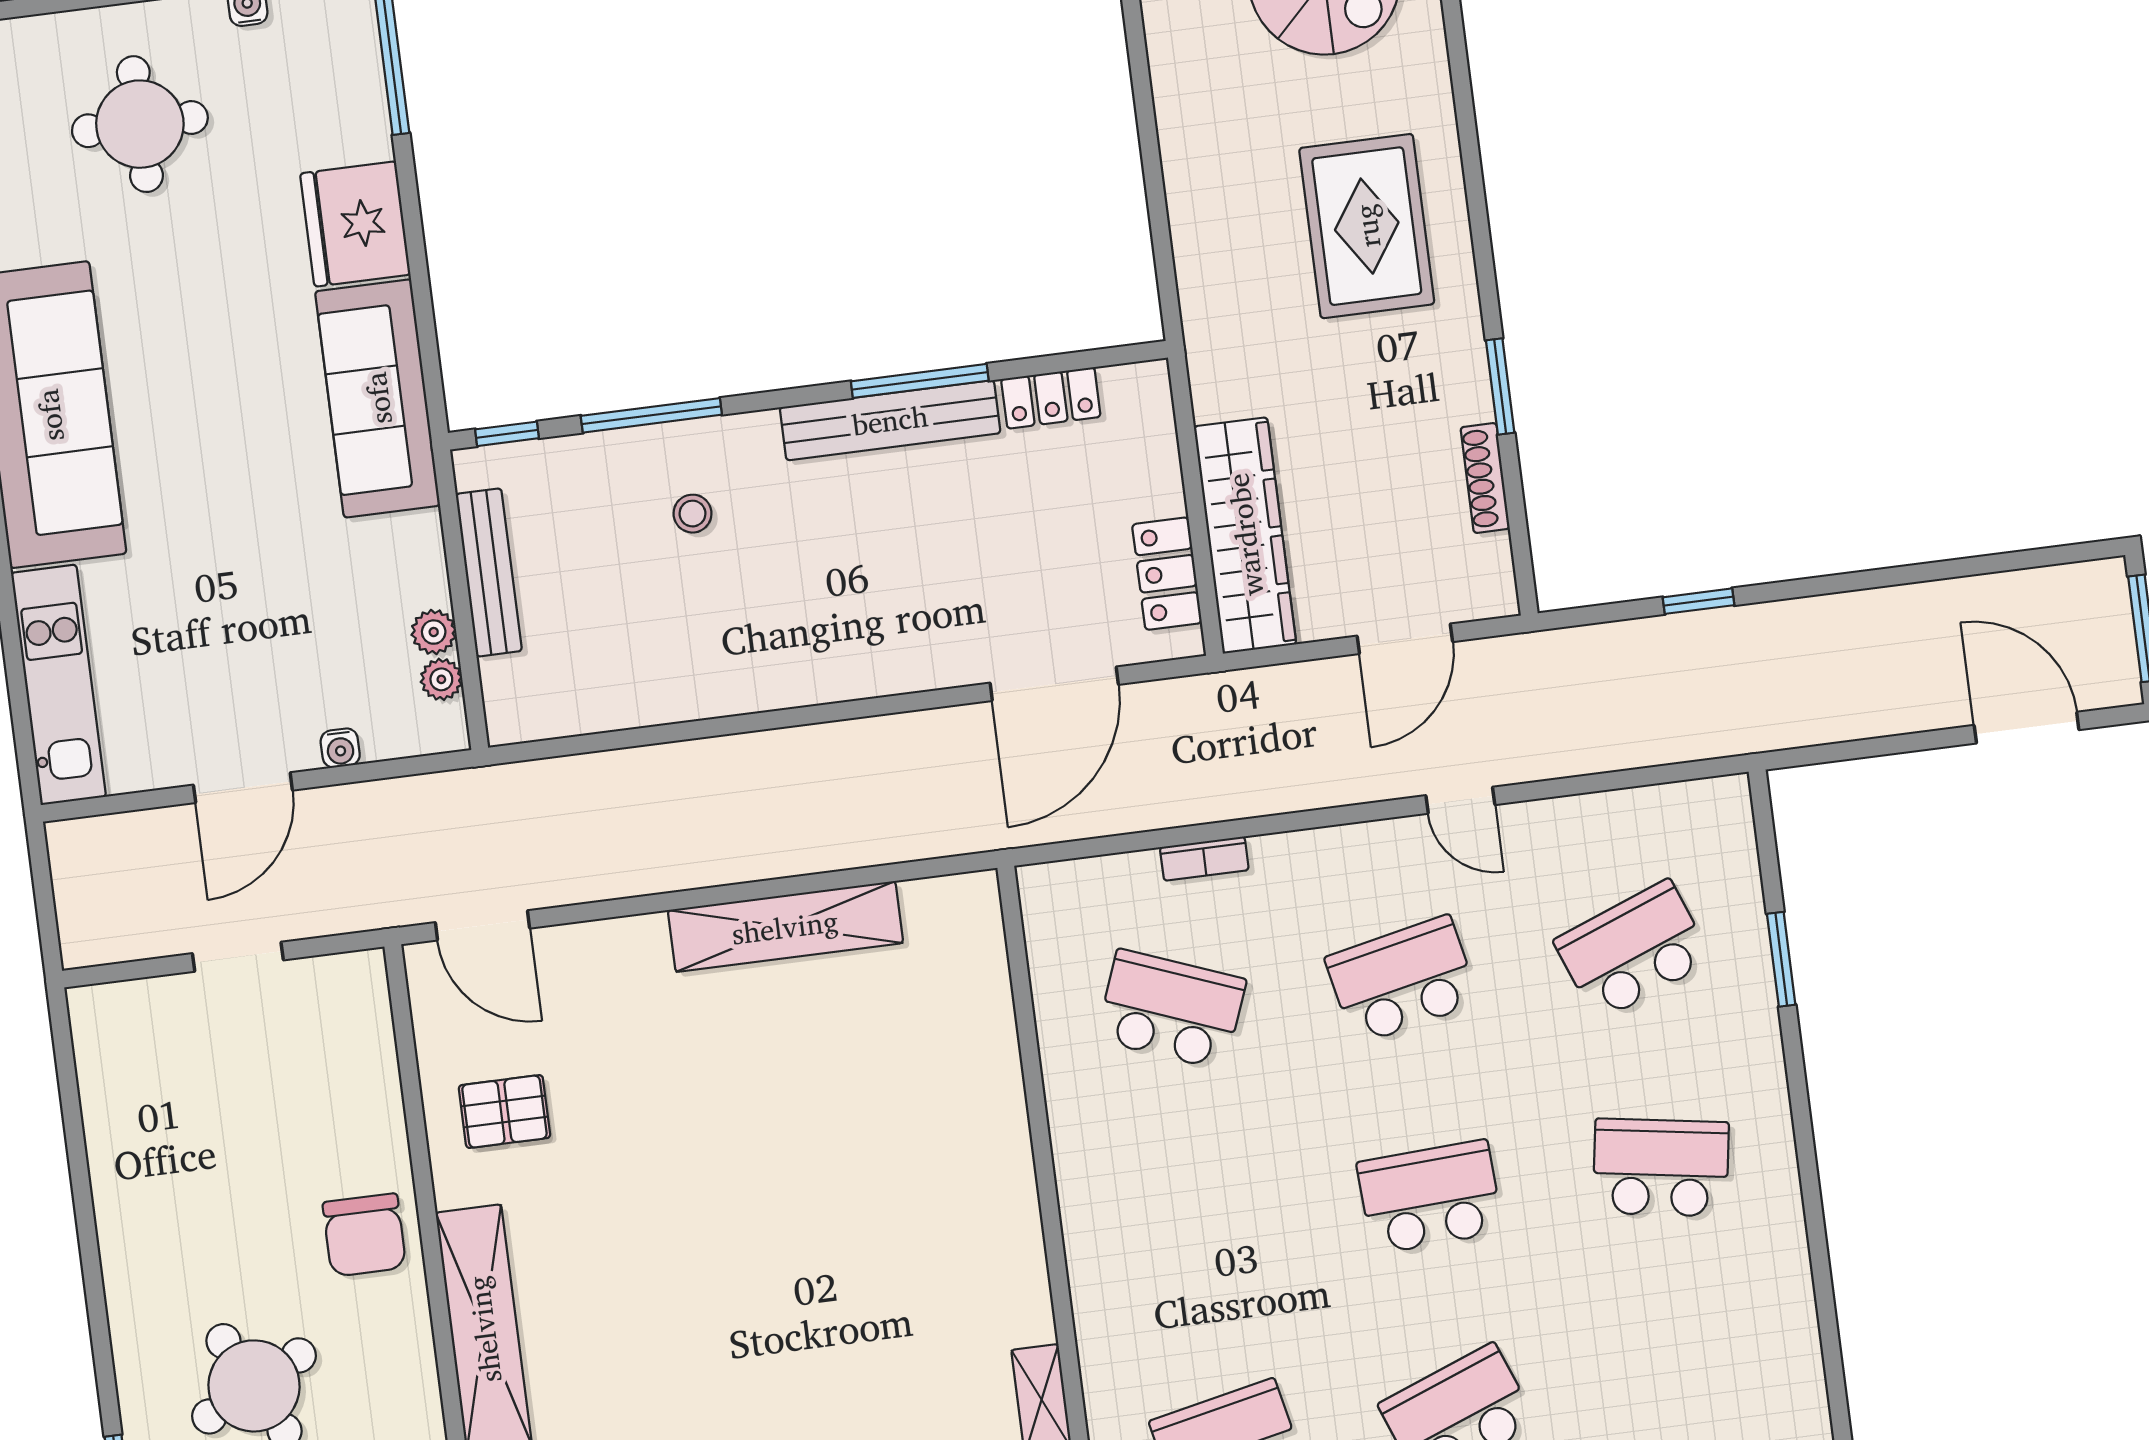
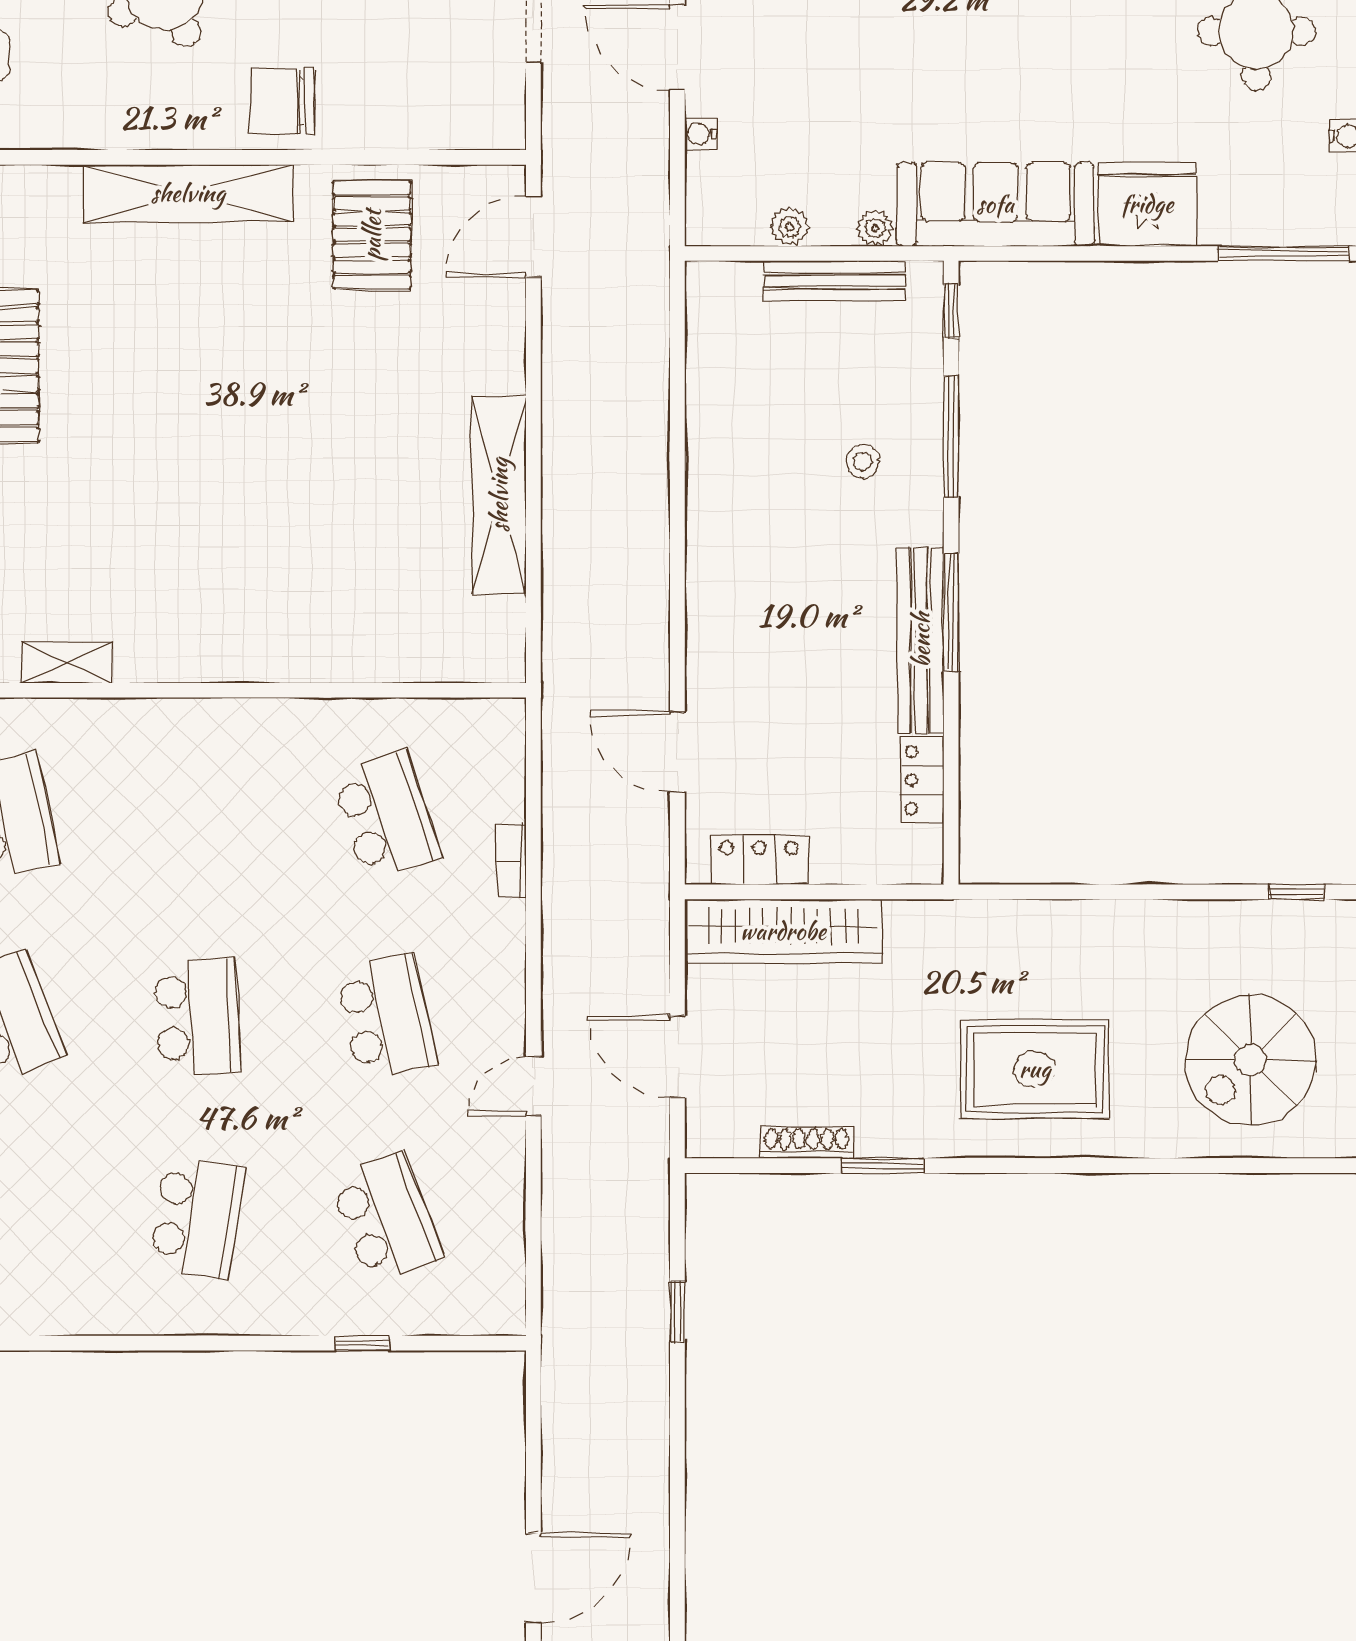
window: (920, 381) -> (951, 612), moved
plant: (441, 679) -> (875, 228), moved
door: (1054, 684) -> (677, 752), width x0.73
window: (1781, 959) -> (362, 1343), width x0.67
school desk: (1171, 1010) -> (386, 816), turned -39
pallet: (504, 1112) -> (372, 235), width x1.50, depth x1.42

